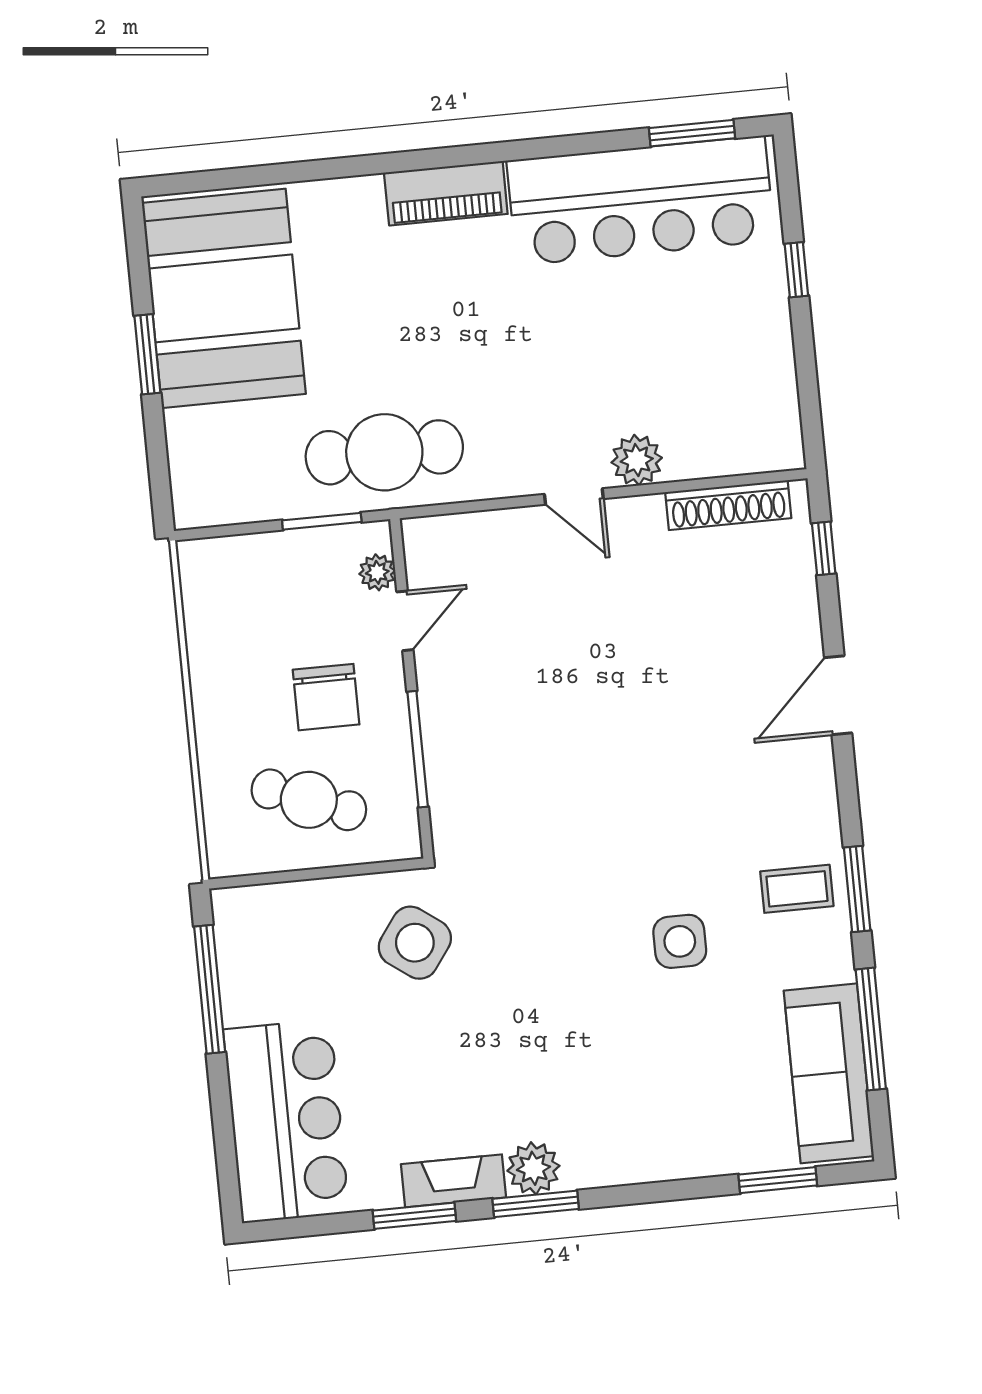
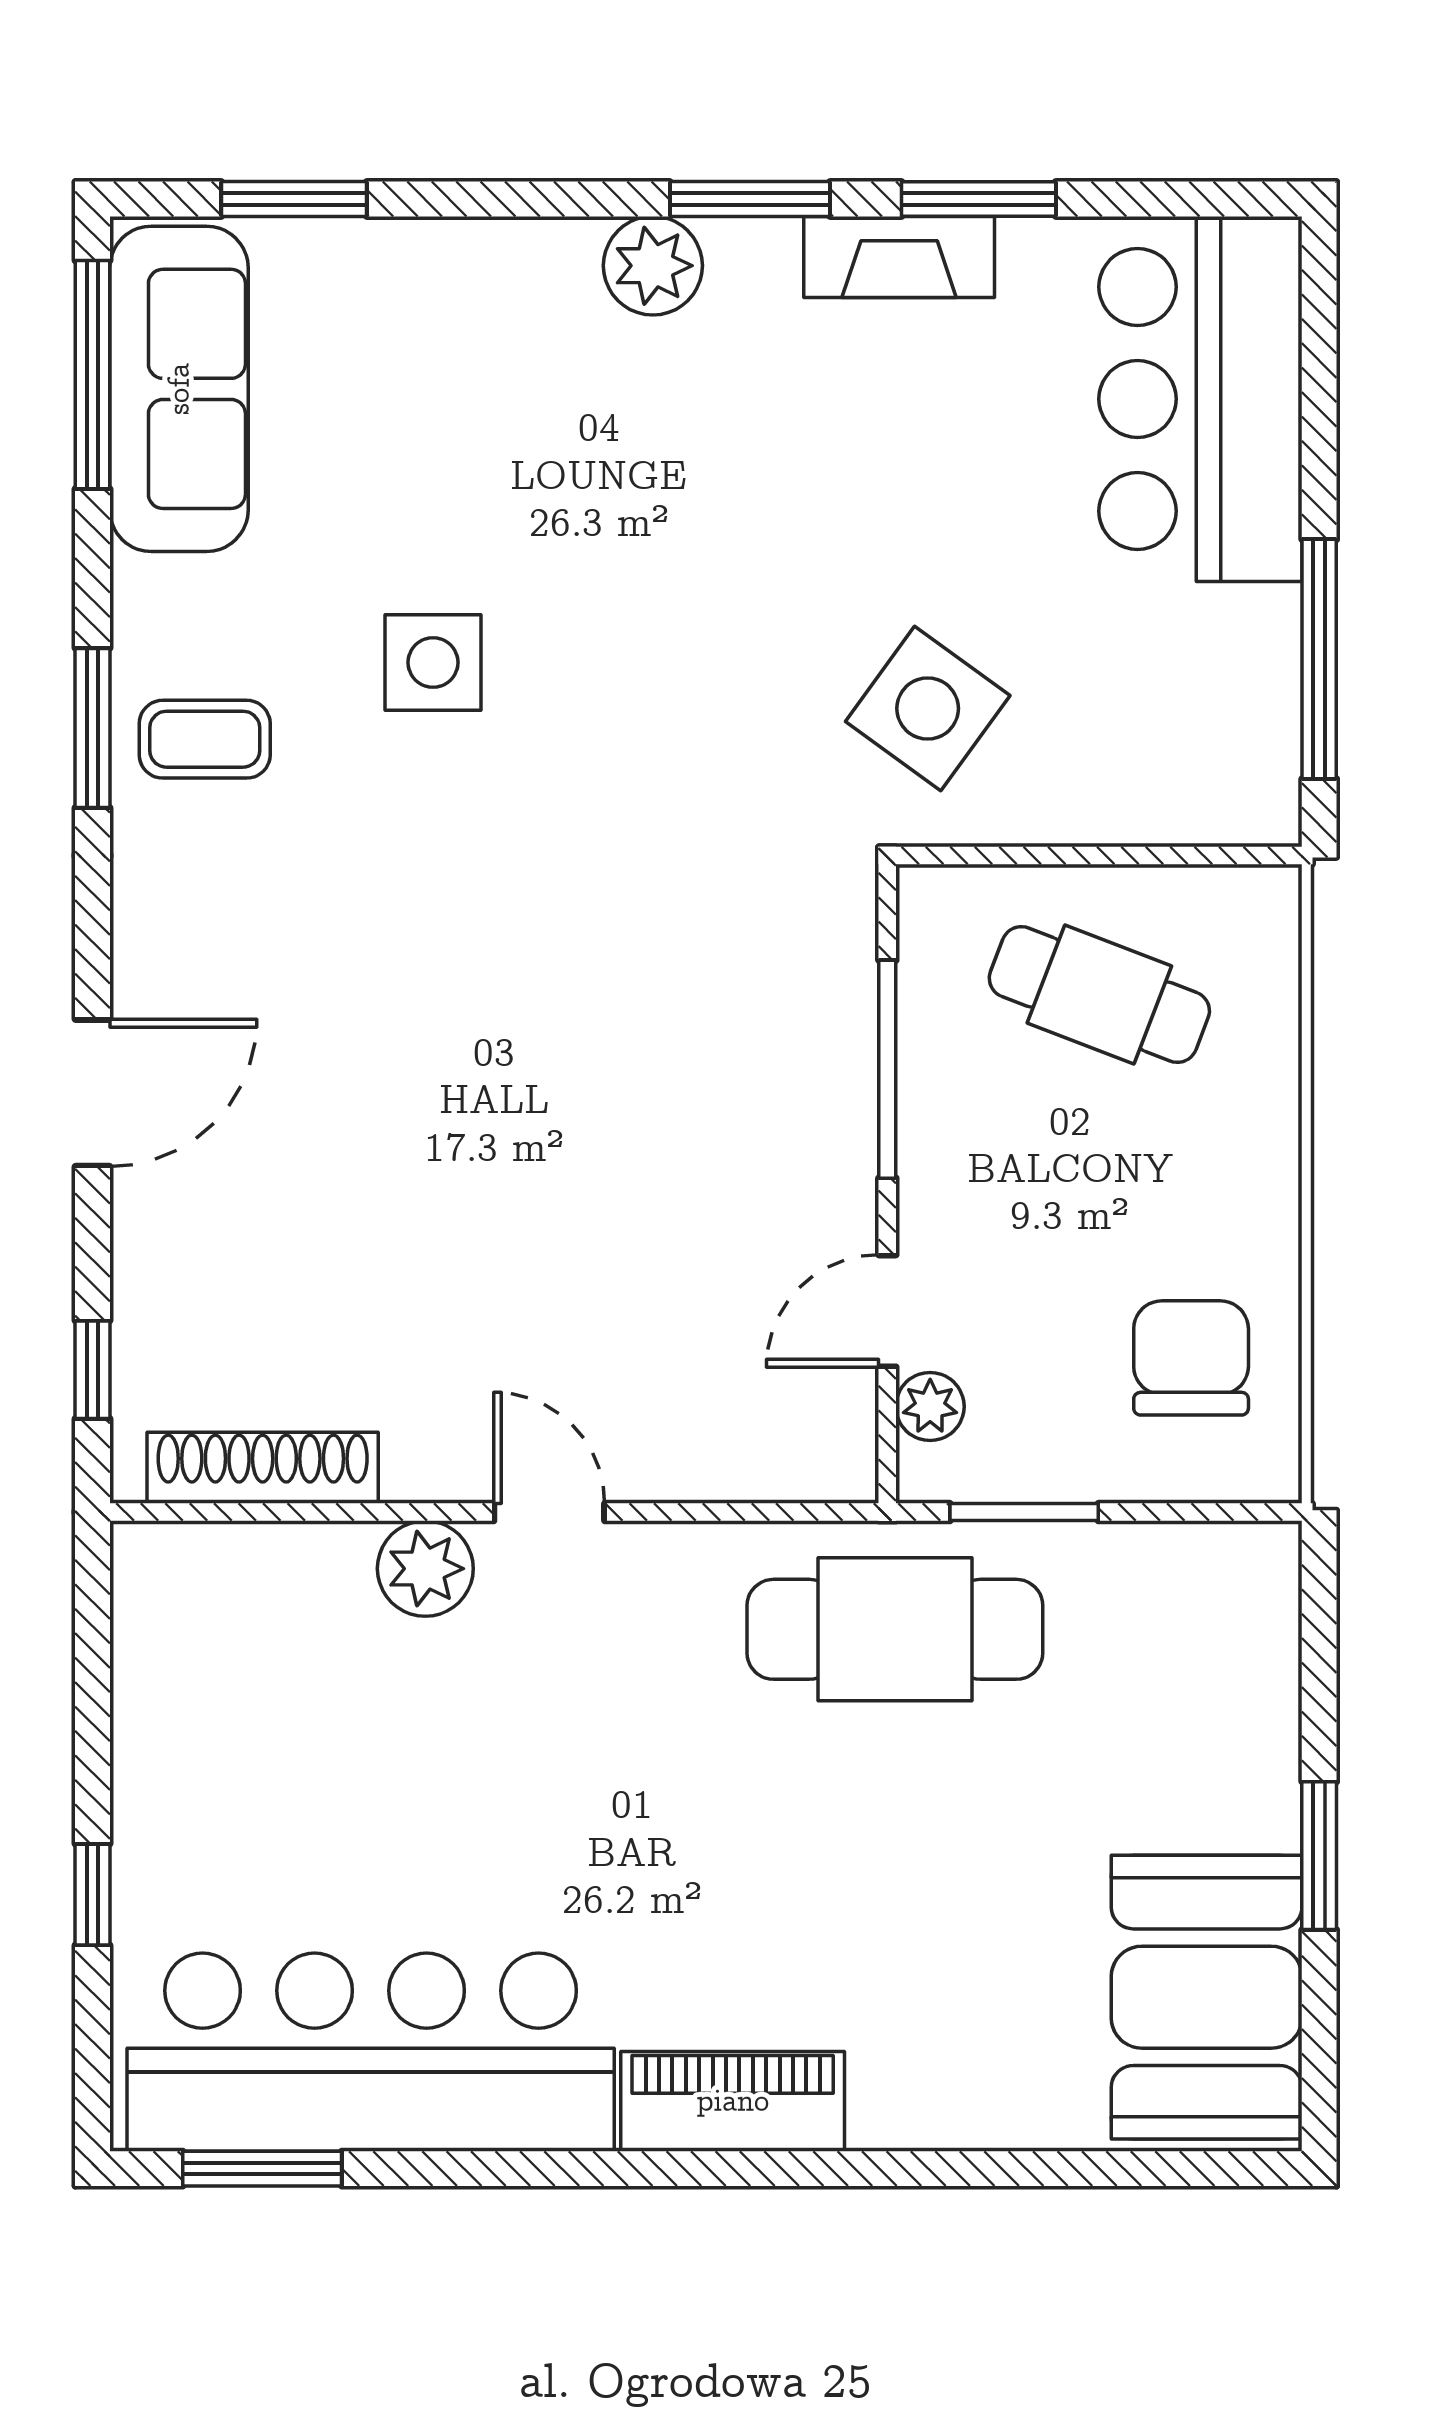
booth: (224, 298) -> (1207, 1997), width x0.73, depth x0.70
chair: (326, 697) -> (1191, 1358), moved
window: (871, 1029) -> (93, 375), moved
plant: (533, 1168) -> (653, 266), moved

